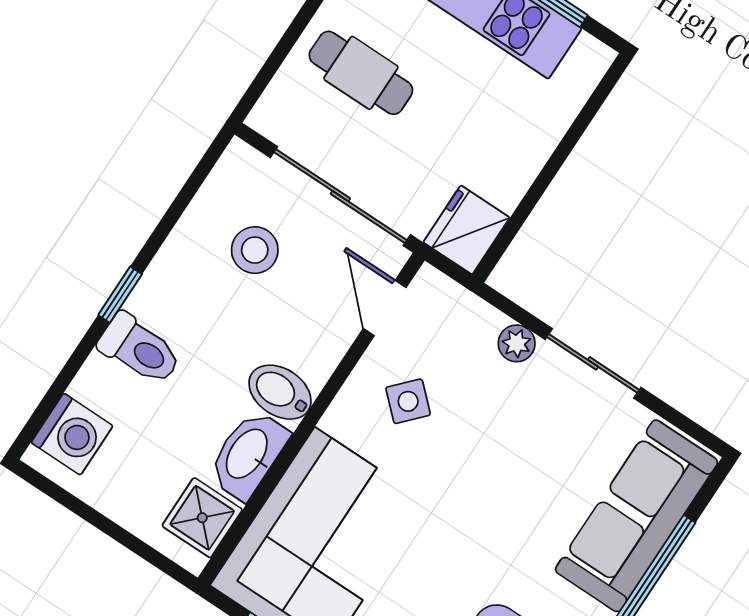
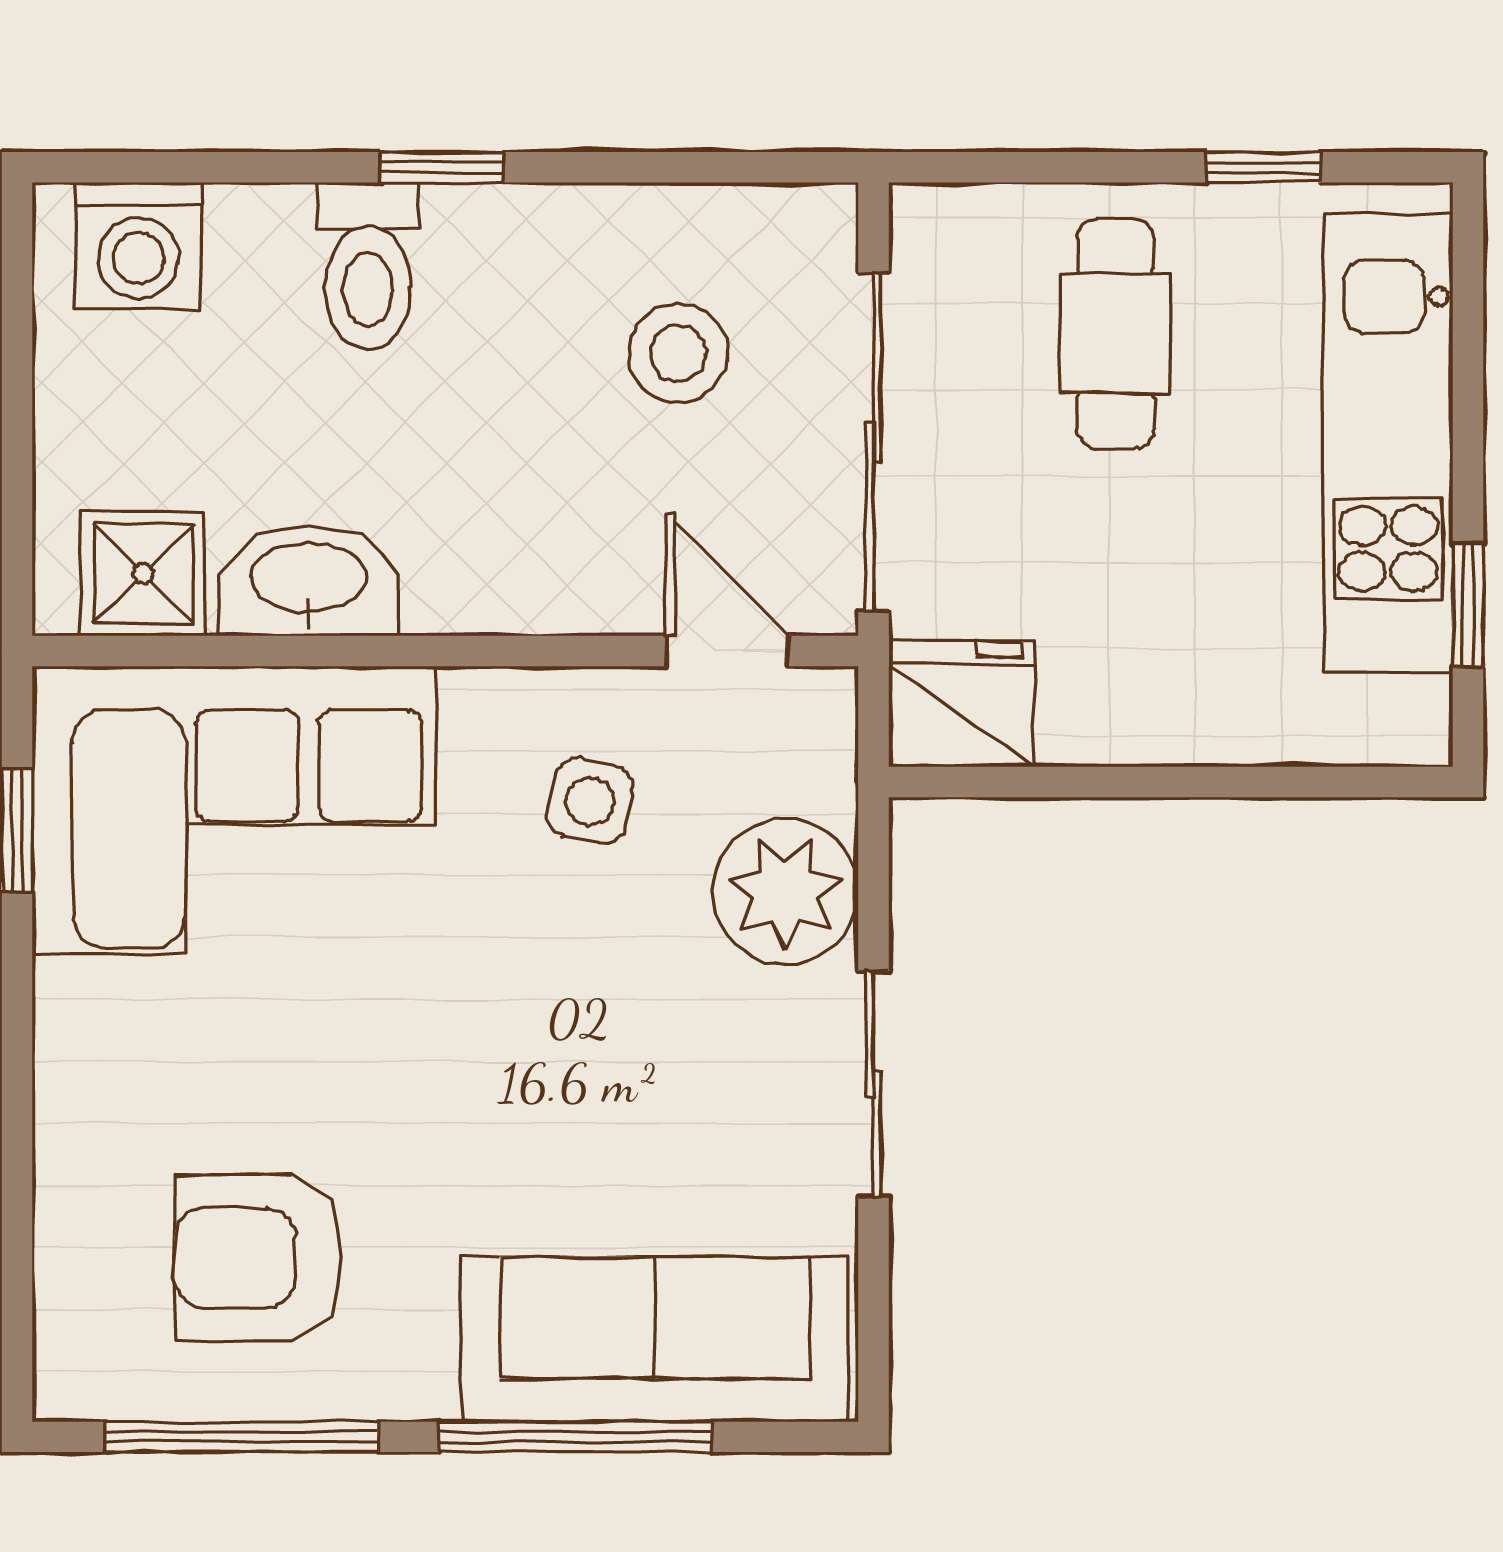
door: (385, 308) -> (728, 651), hinge flipped
plant: (517, 343) -> (785, 891), width x1.87, depth x1.87
bidet: (280, 392) -> (456, 564), removed
side table: (408, 401) -> (590, 801), turned -30

